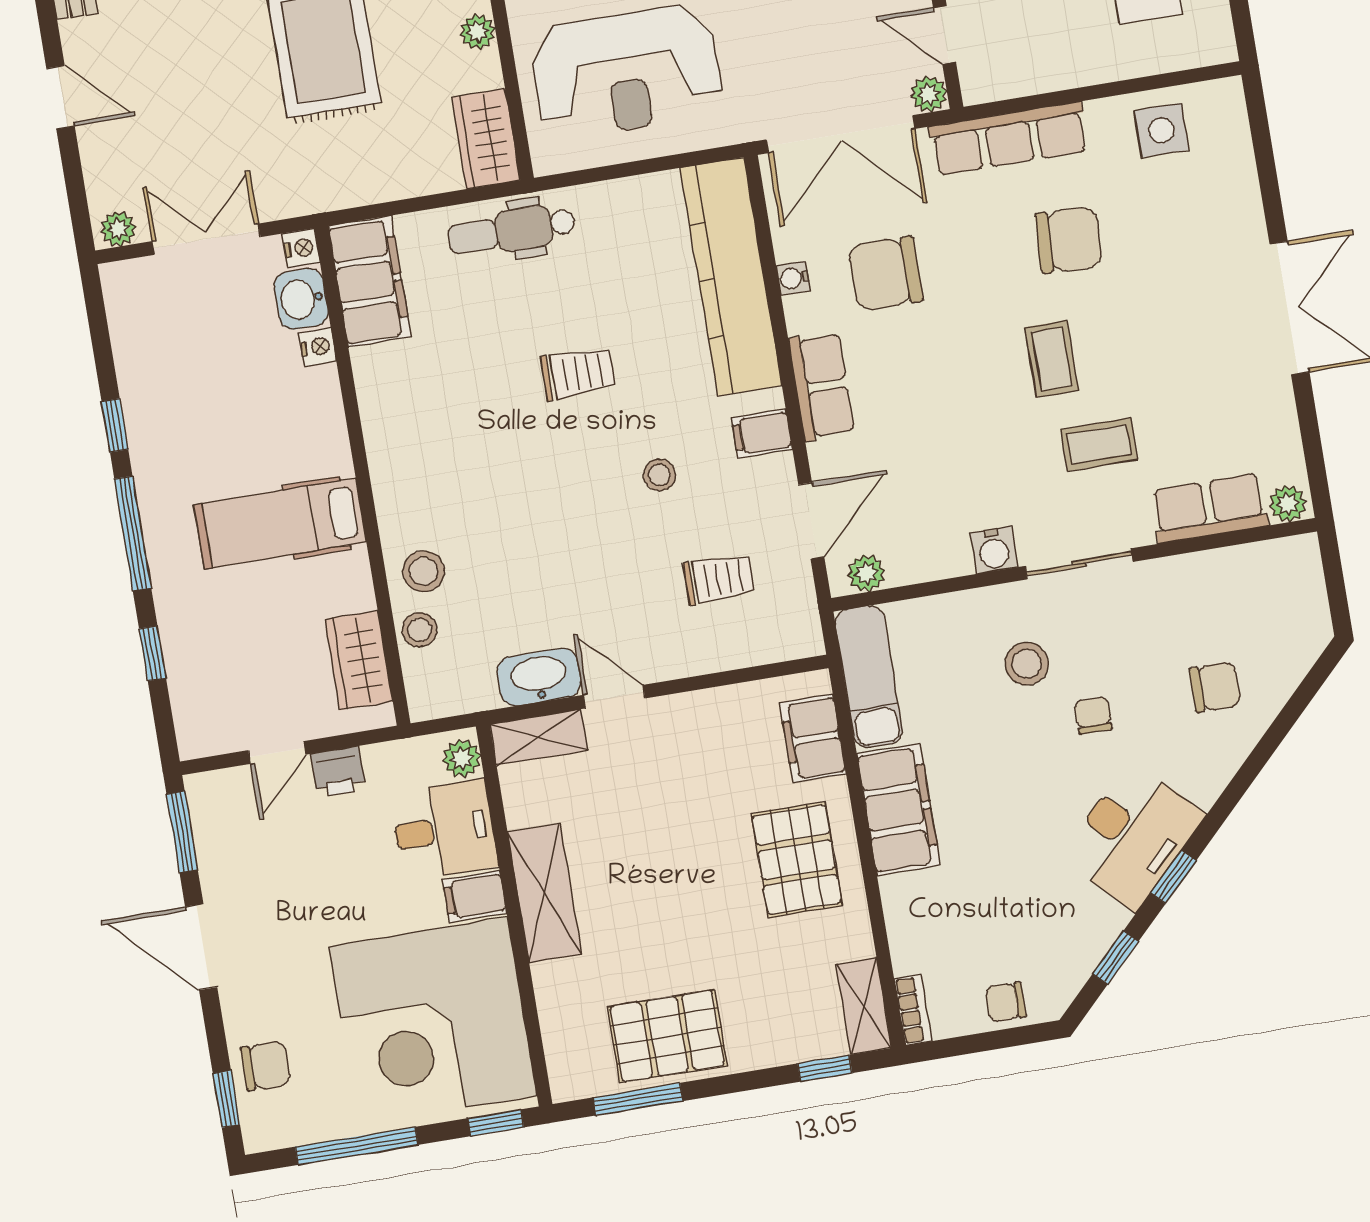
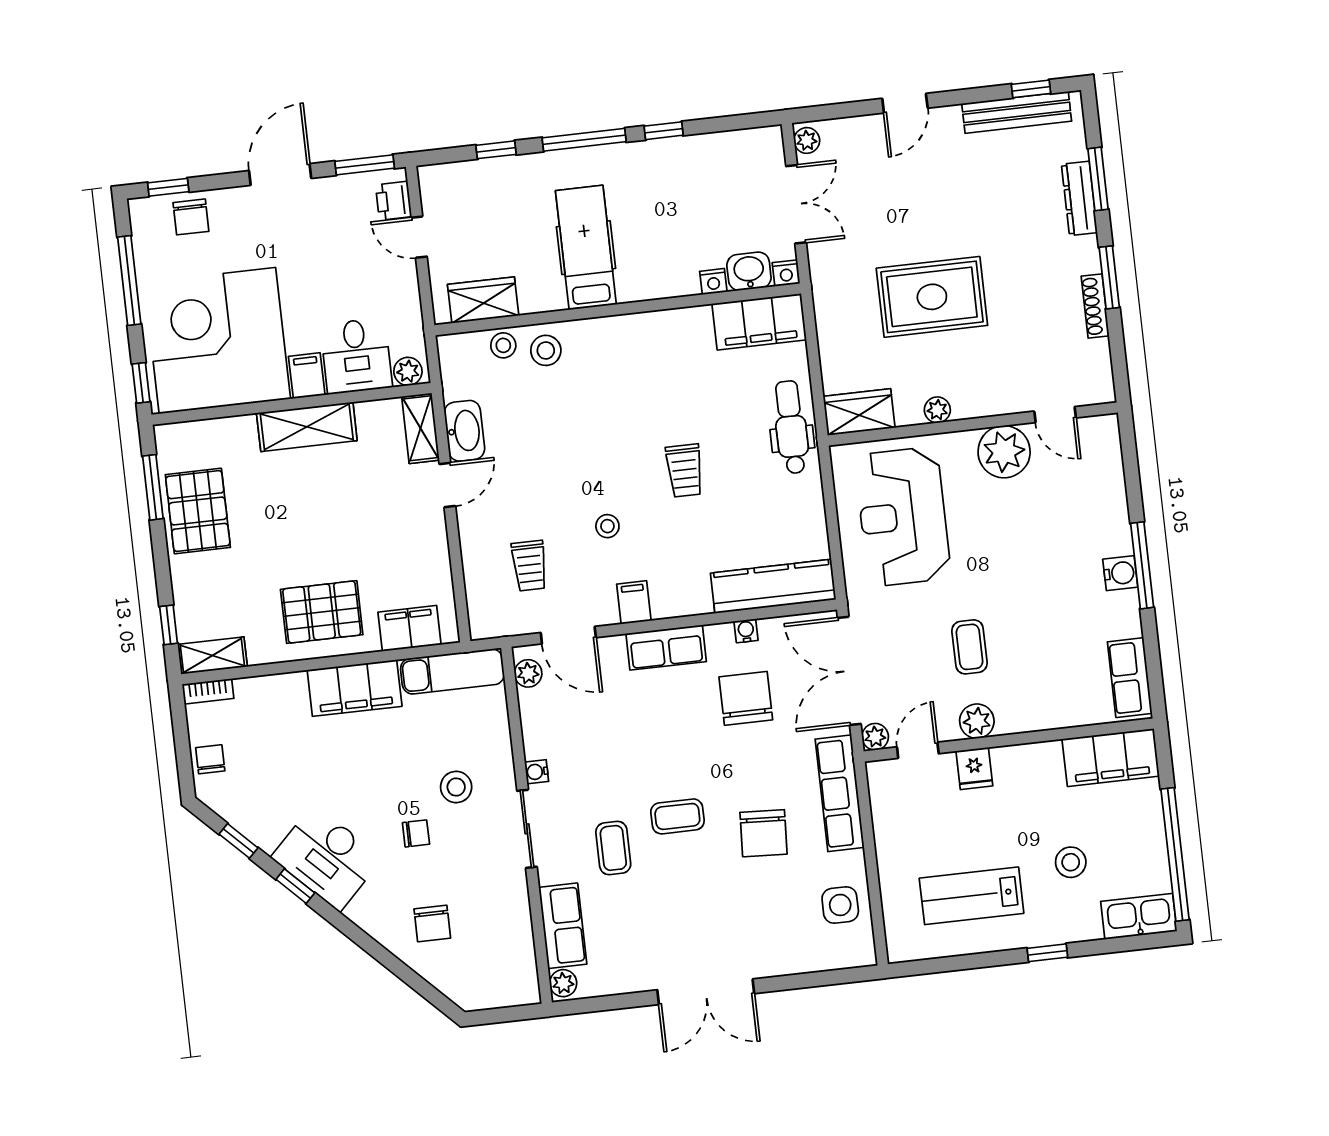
kitchen counter: (731, 277) -> (773, 586), width x0.72, depth x0.86
water cooler: (994, 550) -> (537, 772), width x0.72, depth x0.72
printer: (338, 772) -> (394, 201), moved

